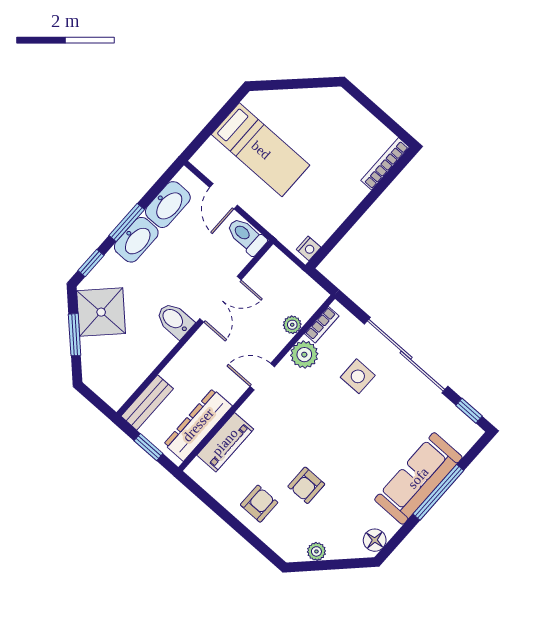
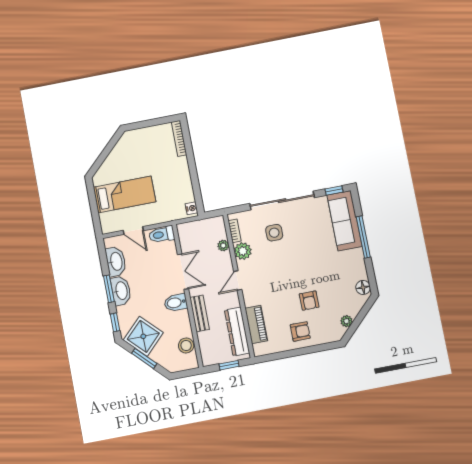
stool: (131, 375) -> (186, 345), added
bench: (147, 402) -> (200, 313), moved
sofa: (418, 478) -> (344, 221), moved
armchair: (259, 504) -> (300, 331), turned 90

